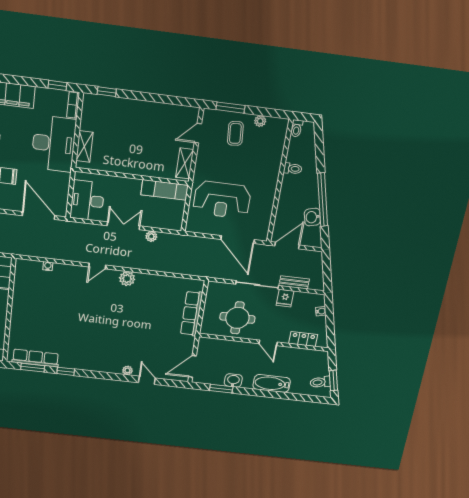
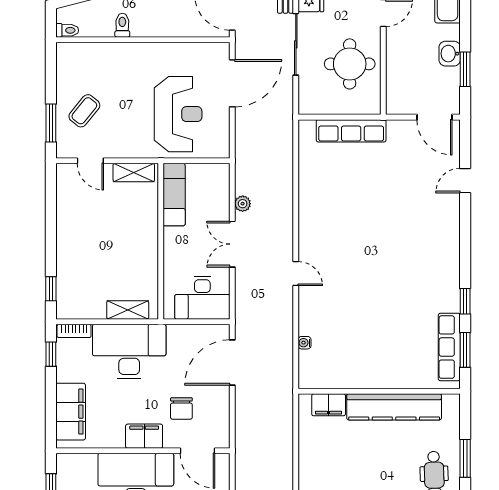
plant: (260, 121) -> (64, 81), removed
coffee table: (235, 133) -> (84, 111), turned -46
plant: (127, 279) -> (309, 229), removed
plant: (127, 370) -> (453, 211), removed

